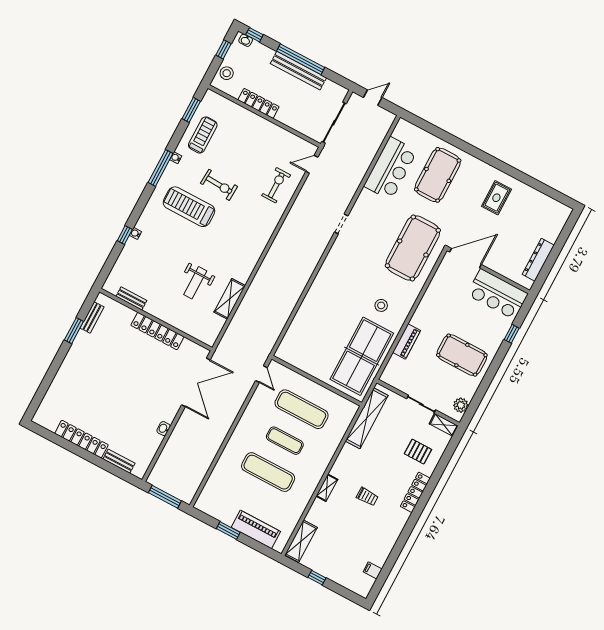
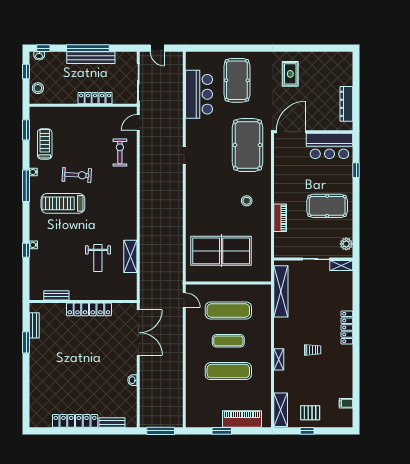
door: (373, 98) -> (157, 48), swing flipped
locker: (258, 103) -> (95, 98), moved
table tennis table: (362, 356) -> (221, 251), moved, turned 90
pallet: (418, 452) -> (310, 413), moved

